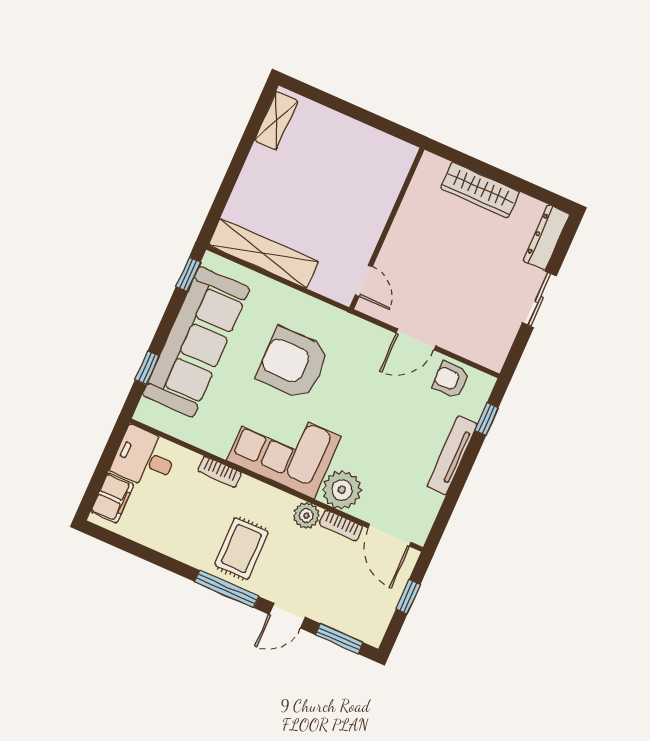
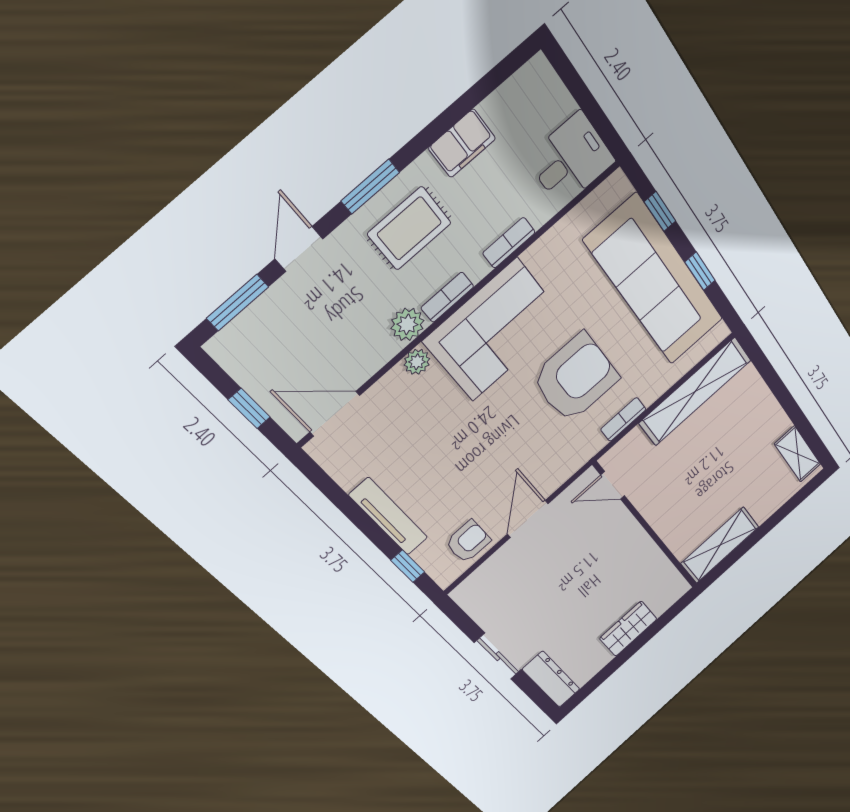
shelving: (379, 146) -> (720, 545), added
wardrobe: (480, 190) -> (628, 629), width x0.67
window: (188, 274) -> (700, 271), moved
bookcase: (309, 304) -> (623, 419), added
plant: (342, 490) -> (417, 362), width x0.53, depth x0.53
filing cabinet: (112, 498) -> (462, 143), moved, turned -90
bookcase: (341, 525) -> (447, 297), moved
rug: (241, 548) -> (409, 228), turned 90
window: (227, 589) -> (370, 187), width x0.69

